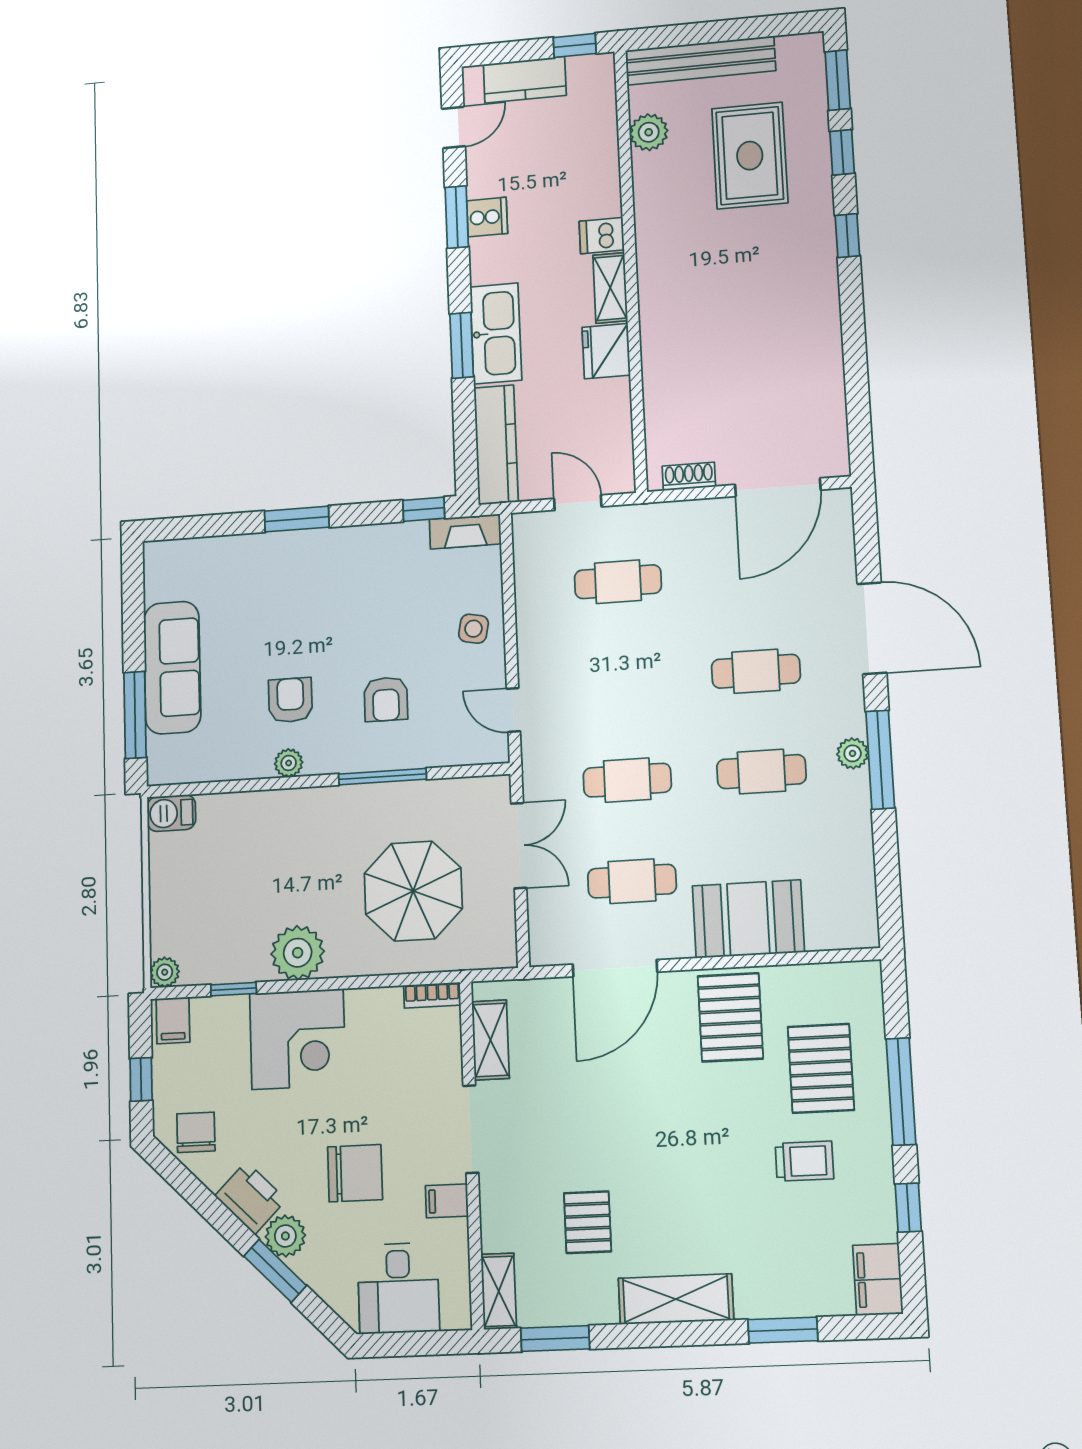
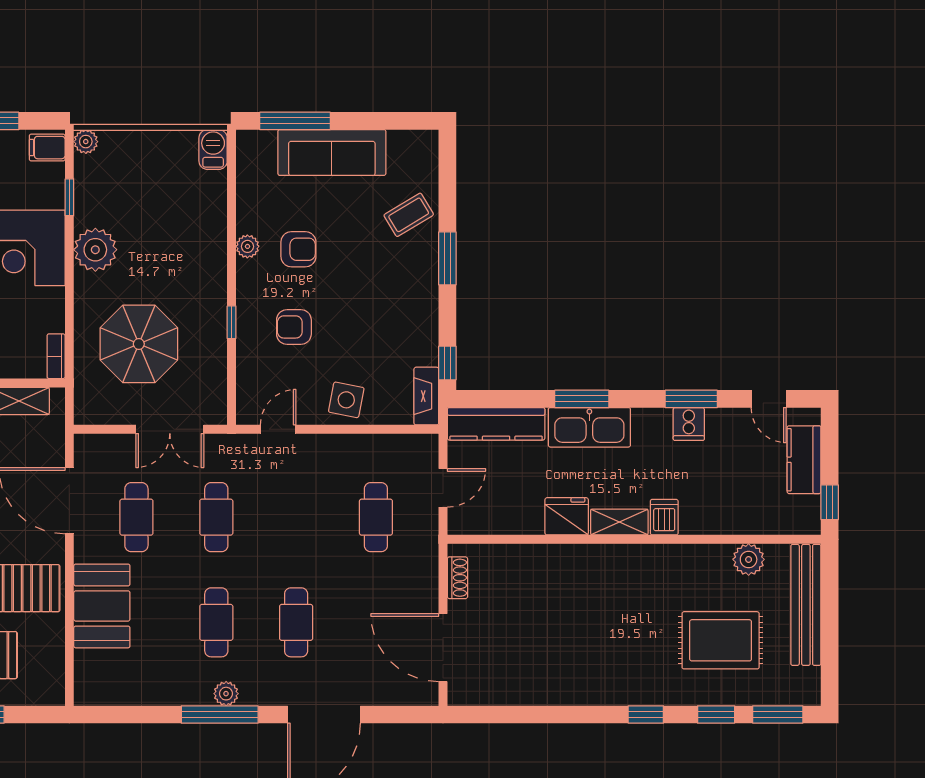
coffee table: (245, 569) -> (409, 215), added
side table: (474, 629) -> (346, 400), width x1.37, depth x1.37
window: (383, 777) -> (232, 322), width x0.46

